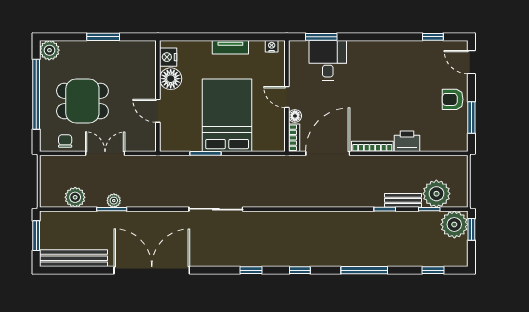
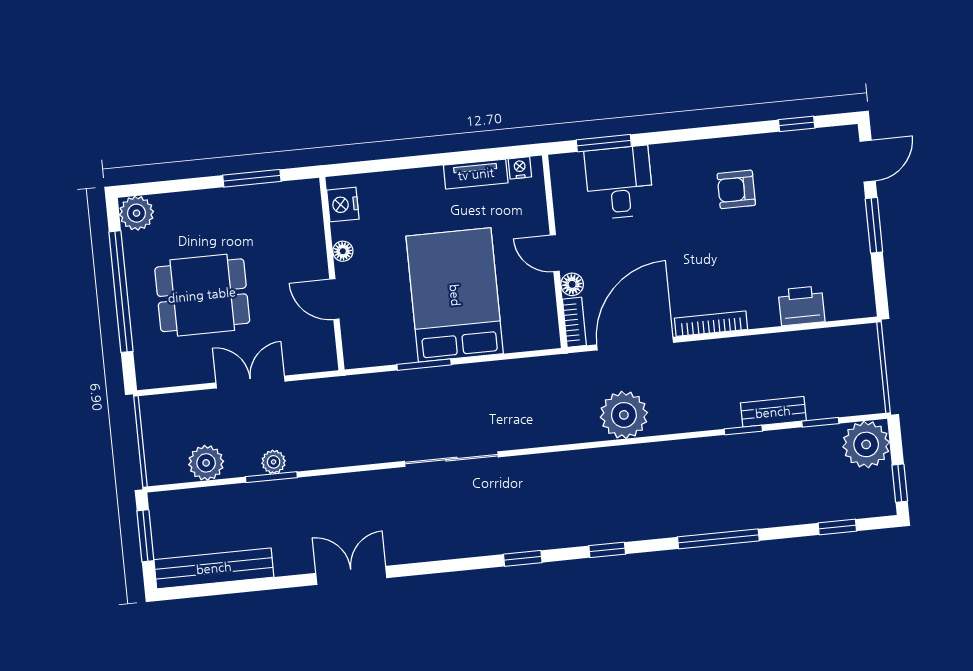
window: (103, 37) -> (252, 178), moved
tv unit: (230, 47) -> (476, 174), moved
door: (471, 62) -> (868, 161), swing flipped
floor lamp: (171, 79) -> (343, 251), width x0.53, depth x0.53
armchair: (453, 99) -> (736, 189), moved
window: (471, 118) -> (874, 225), moved
chair: (65, 141) -> (179, 367), removed
printer: (407, 141) -> (801, 306), moved
plant: (436, 194) -> (624, 415), moved
window: (471, 229) -> (900, 483), moved
double door: (152, 270) -> (351, 575), width x0.54

